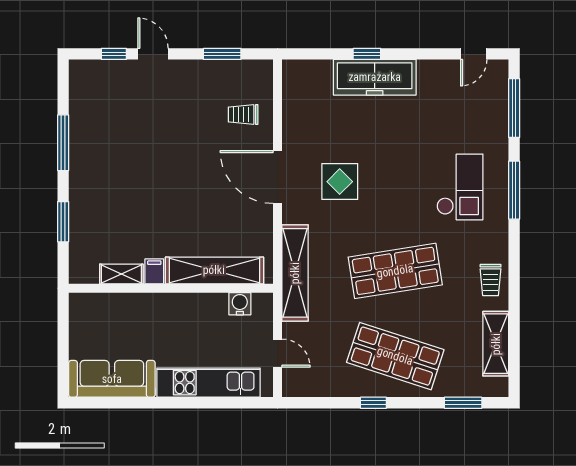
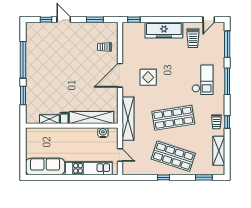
window: (367, 54) -> (134, 20), moved
trolley: (439, 95) -> (193, 38), added
window: (63, 143) -> (23, 60), width x1.46
door: (278, 177) -> (120, 75), hinge flipped
window: (514, 280) -> (227, 122), added

